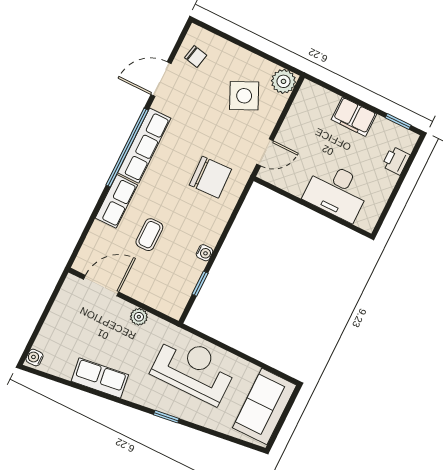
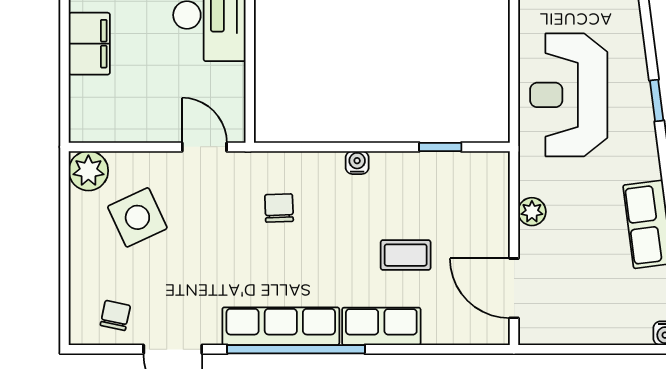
chair: (210, 177) -> (279, 208), width x0.54, depth x0.54
water cooler: (204, 253) -> (357, 163), moved

